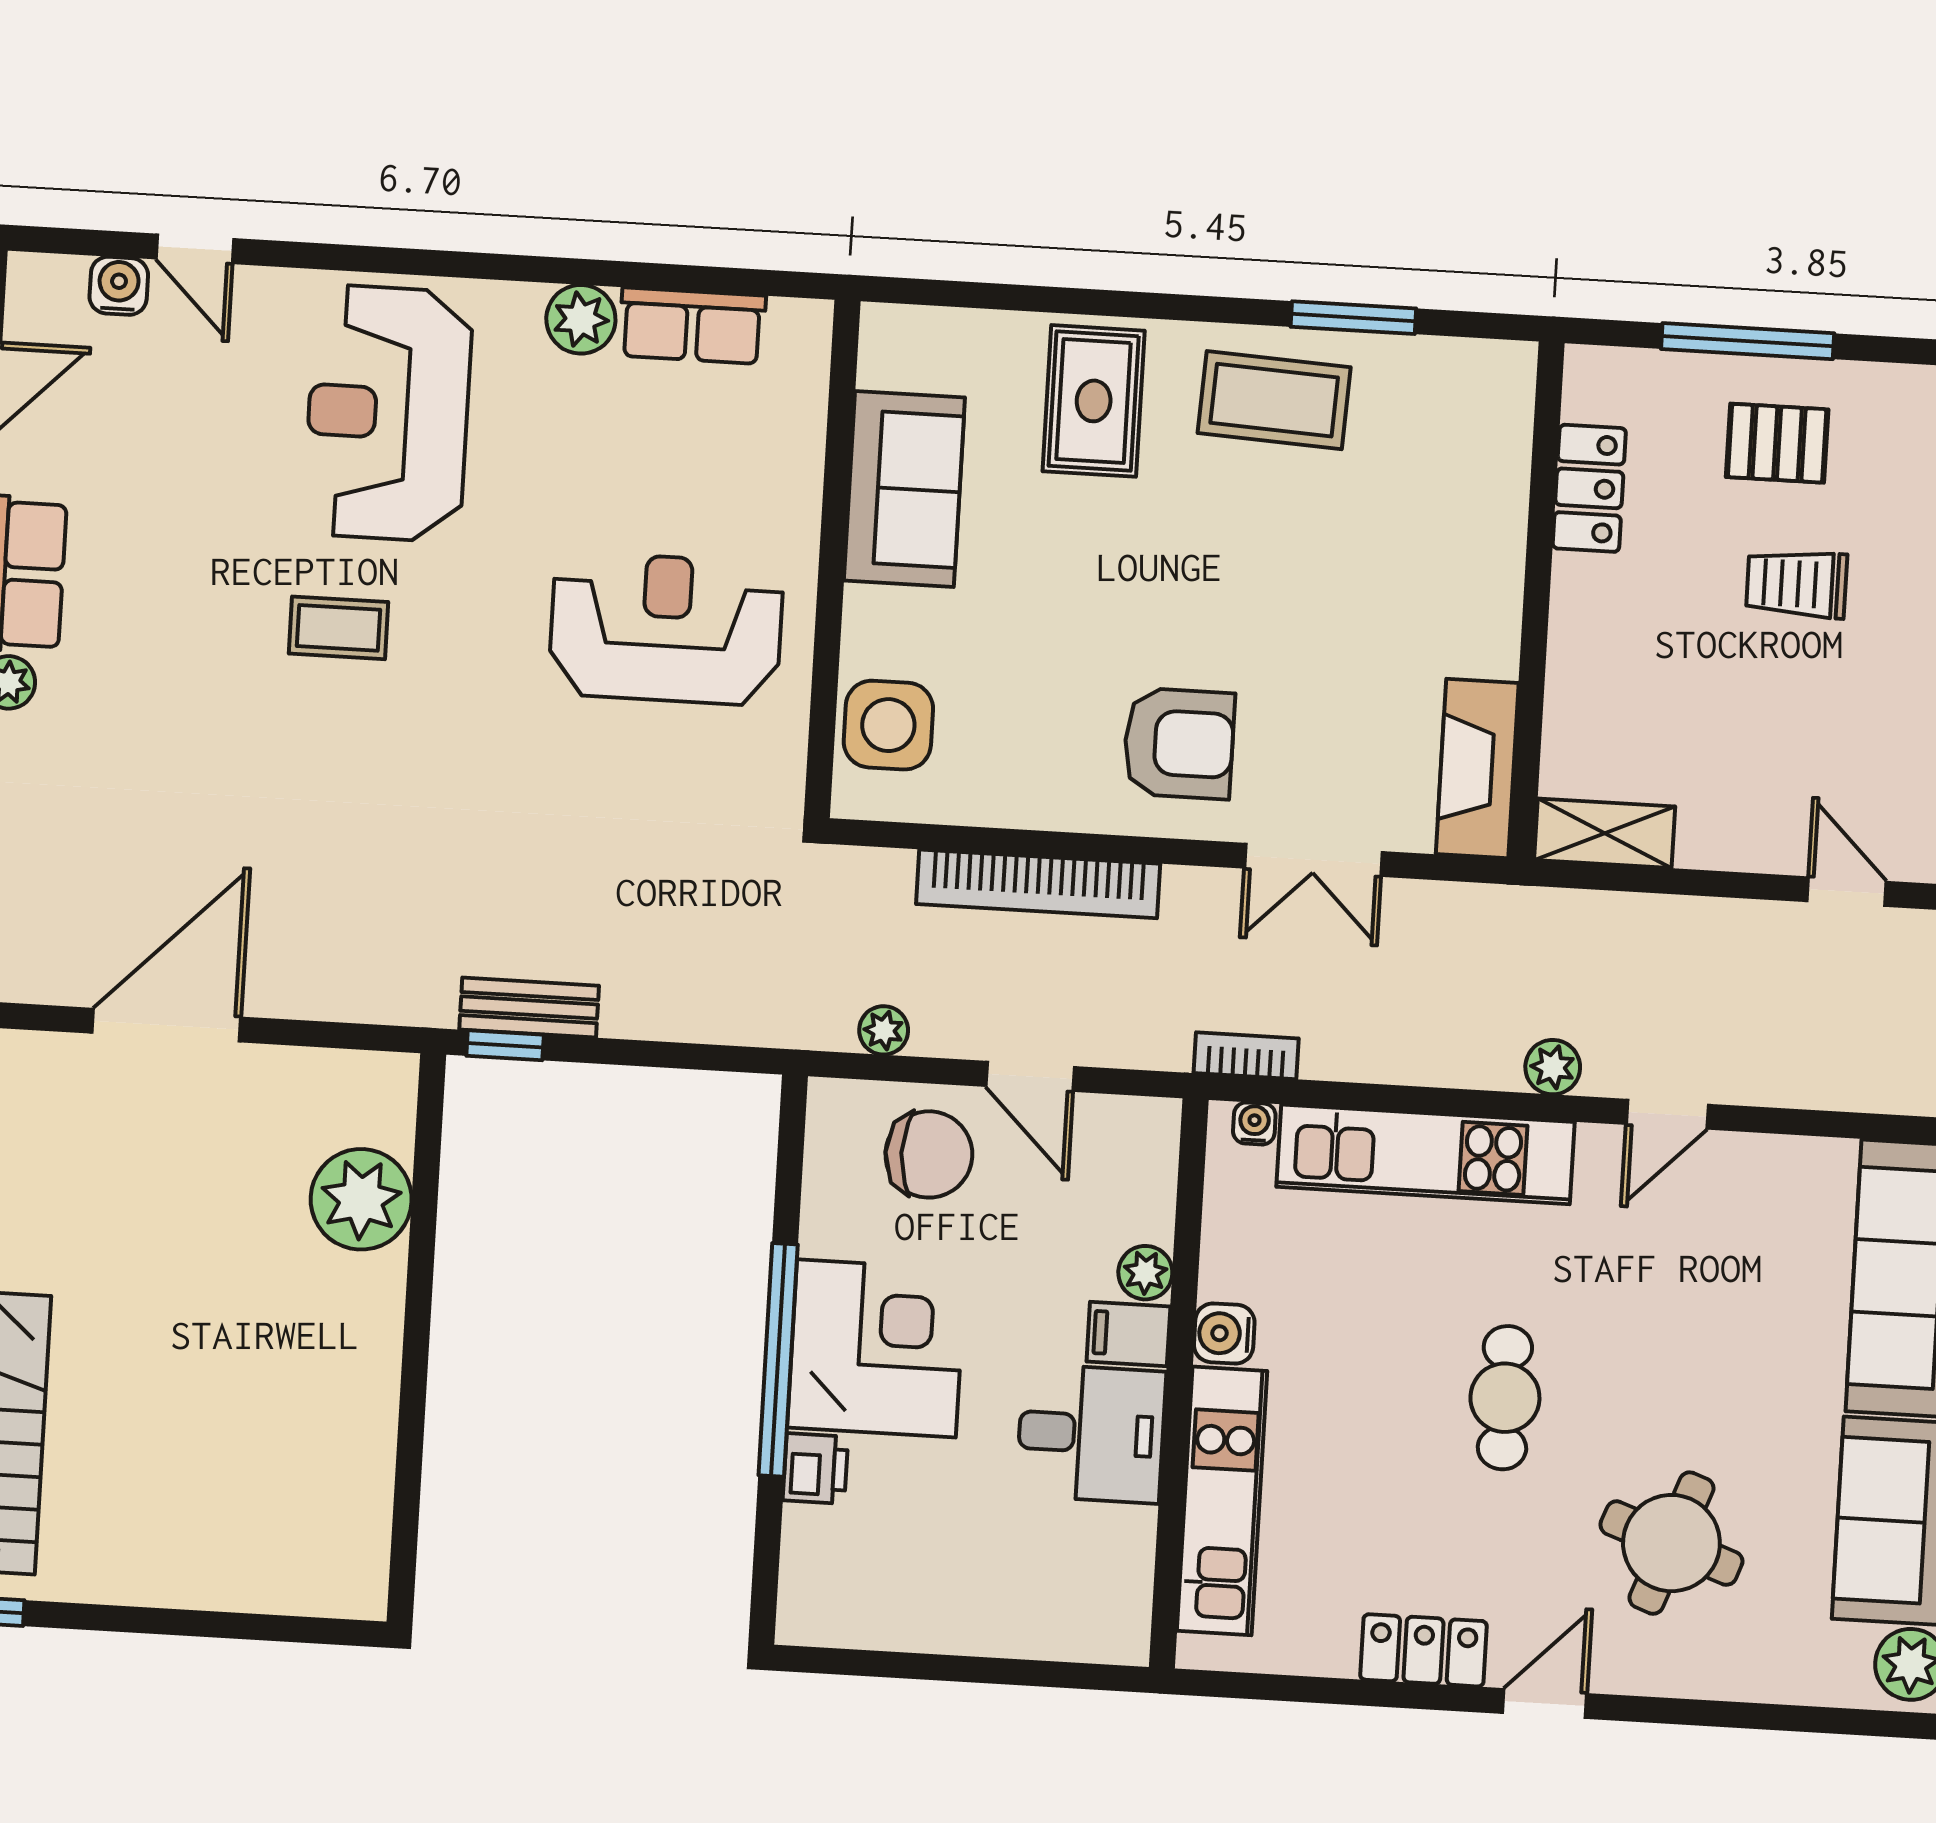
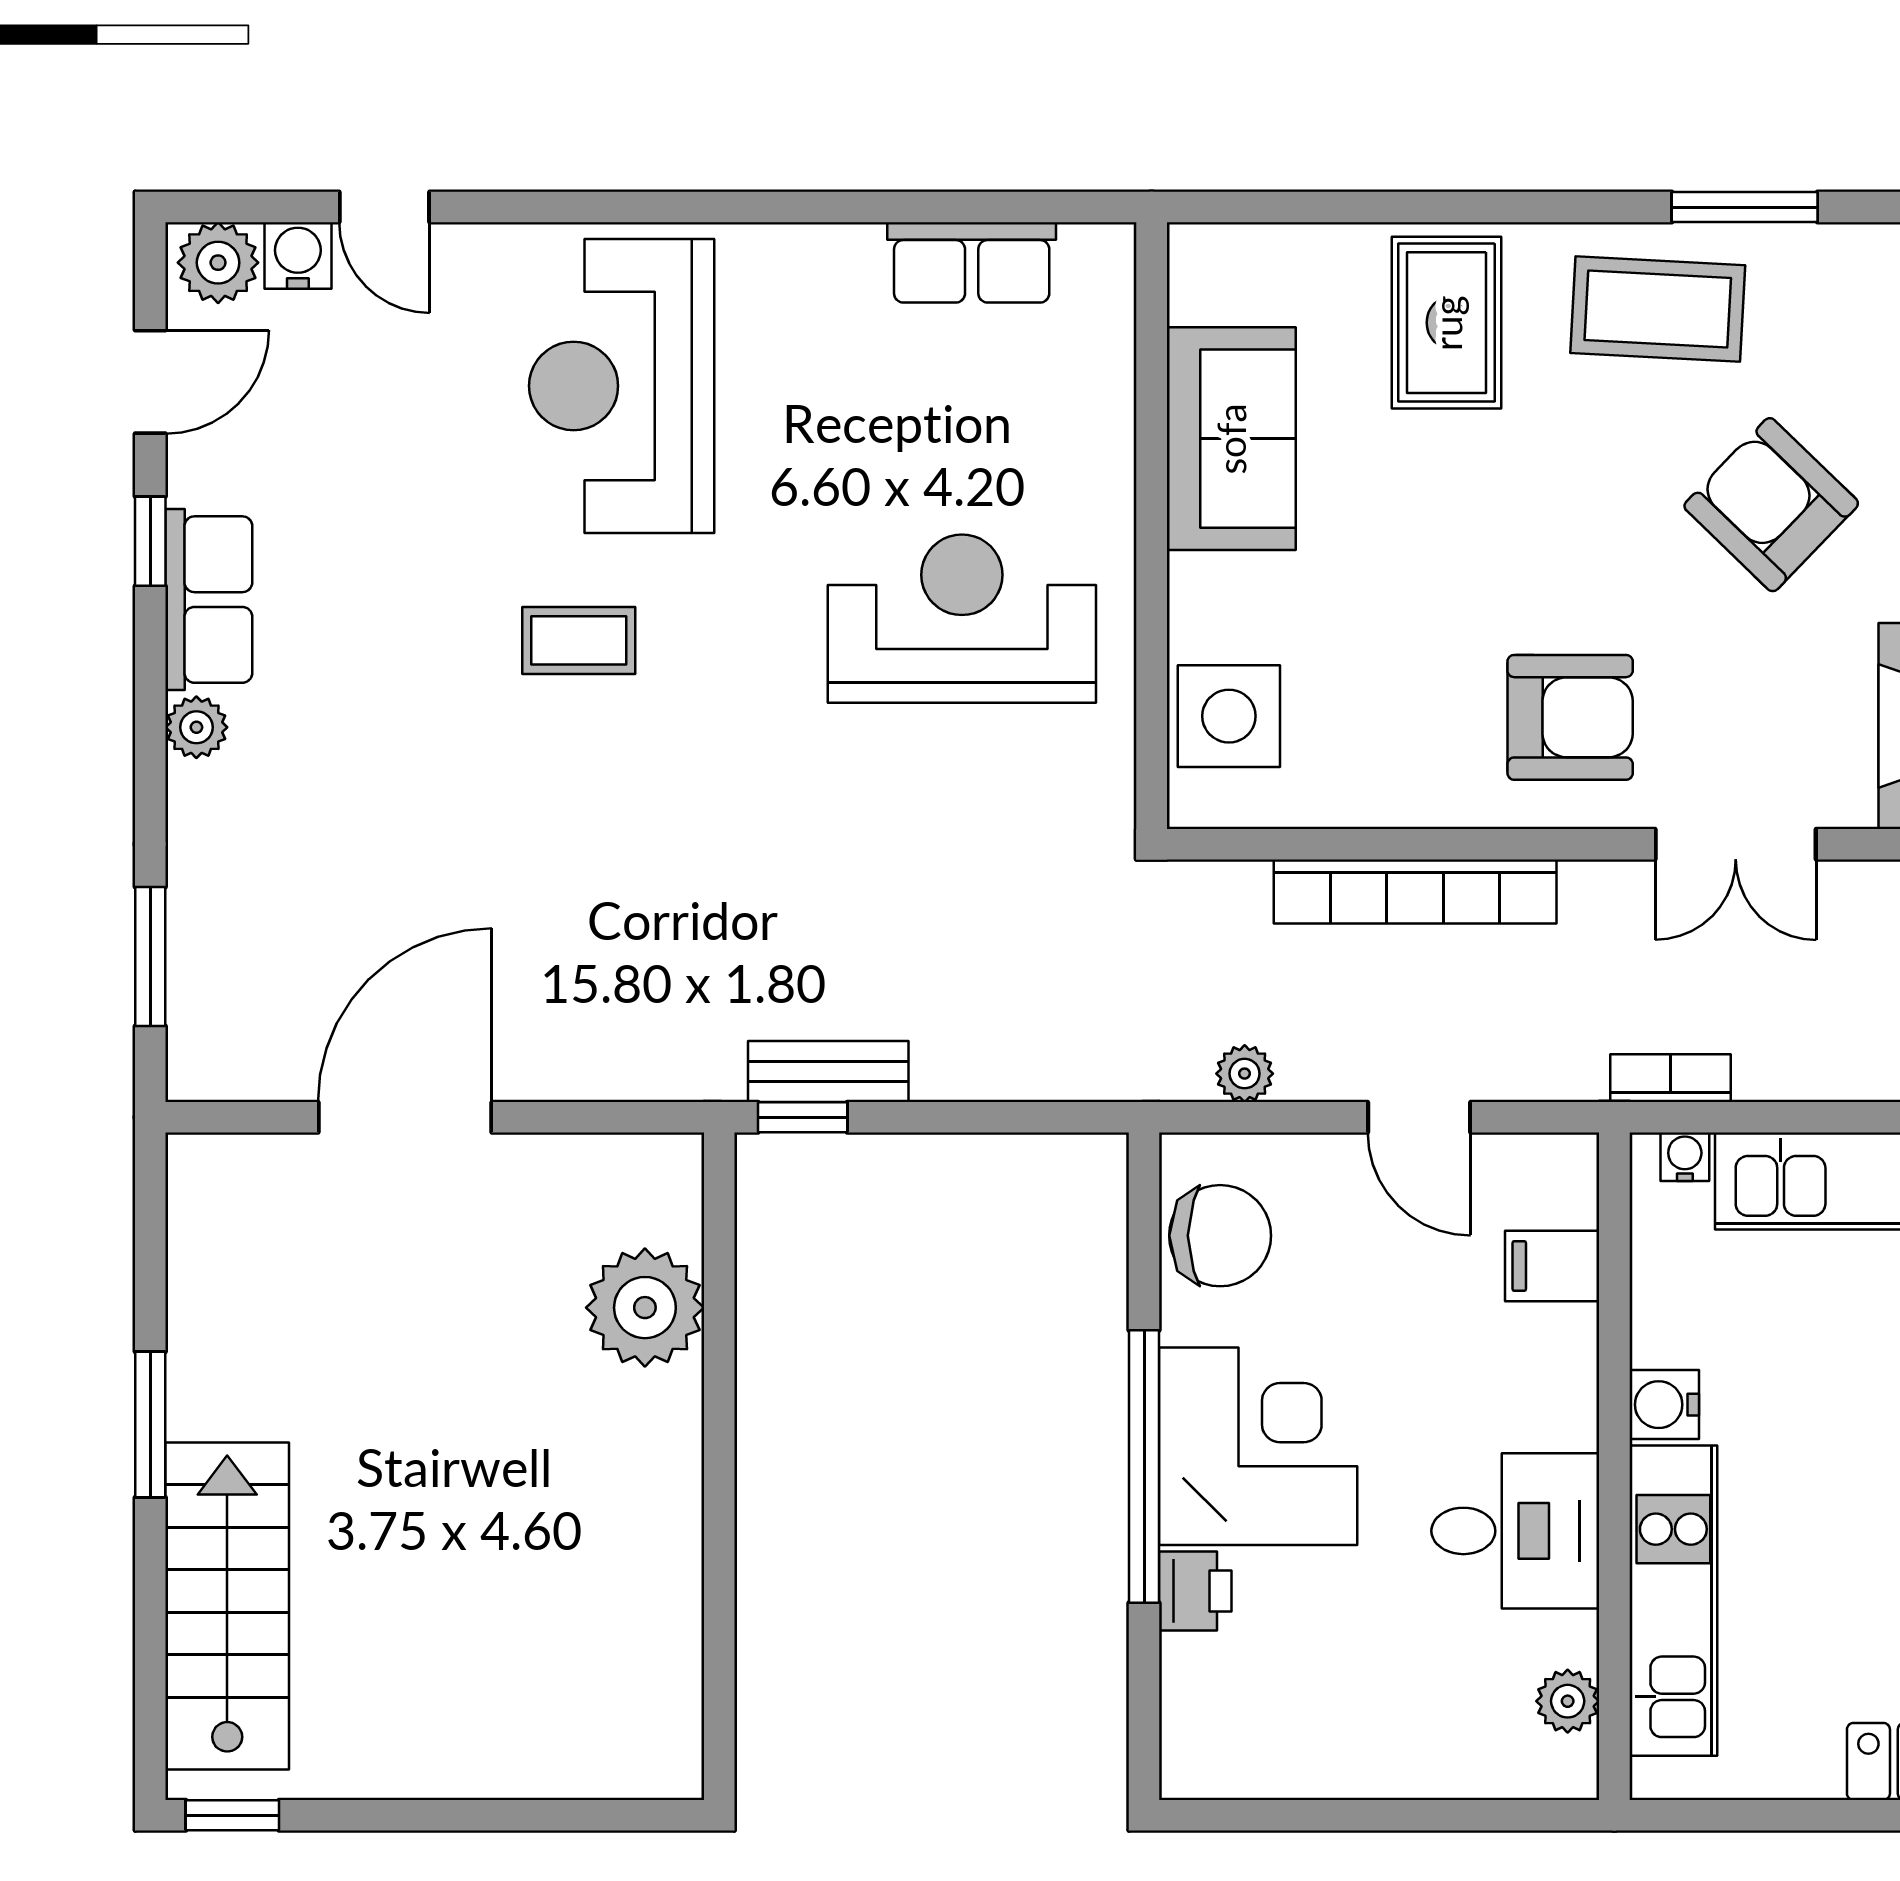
plant: (581, 319) -> (218, 263), moved
armchair: (1361, 572) -> (1771, 505), added
chair: (929, 1154) -> (1220, 1236), moved
plant: (1145, 1273) -> (1568, 1701), moved
filing cabinet: (1128, 1334) -> (1552, 1266), moved

